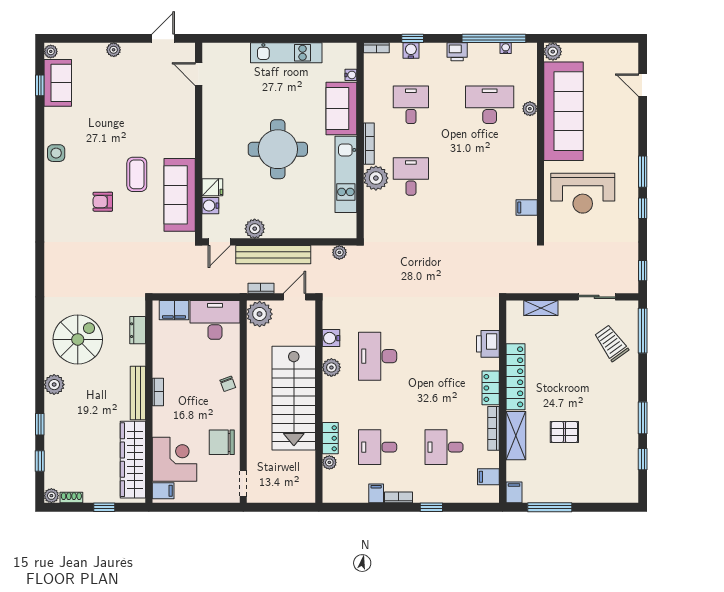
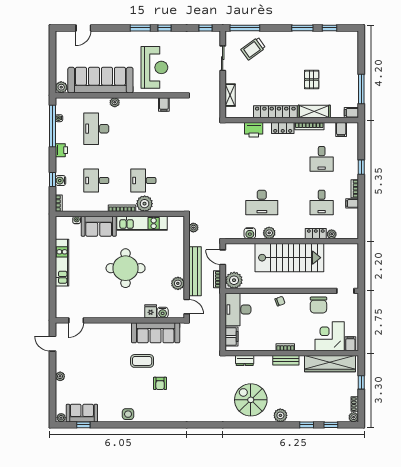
plant: (530, 109) -> (115, 102), moved
bench: (138, 393) -> (286, 360), width x0.73

